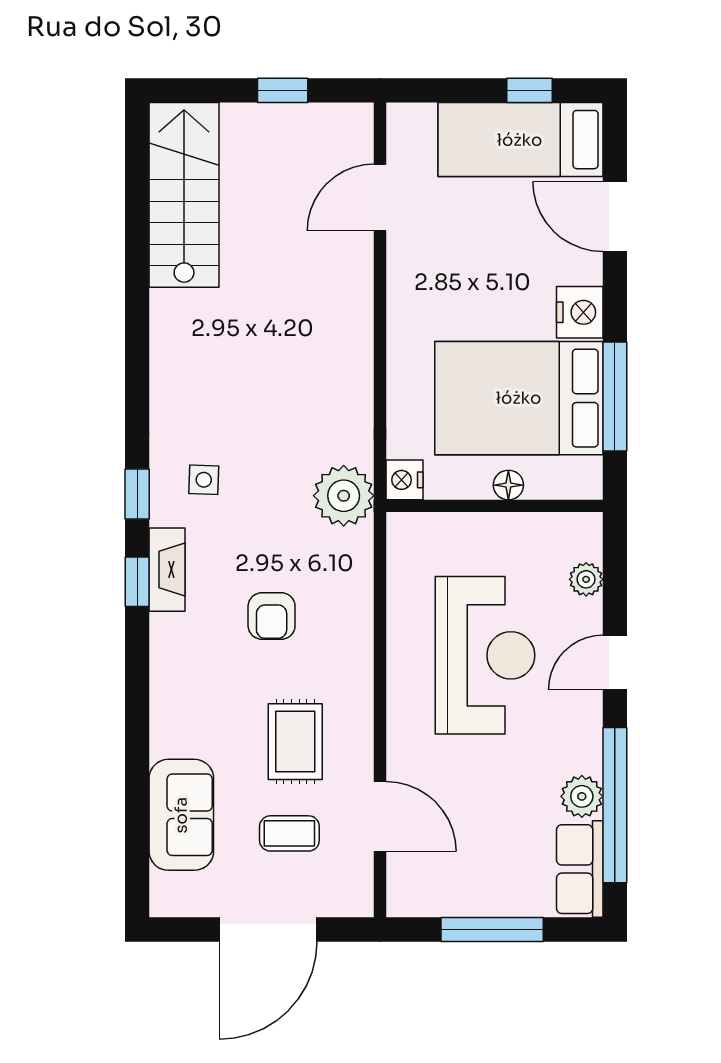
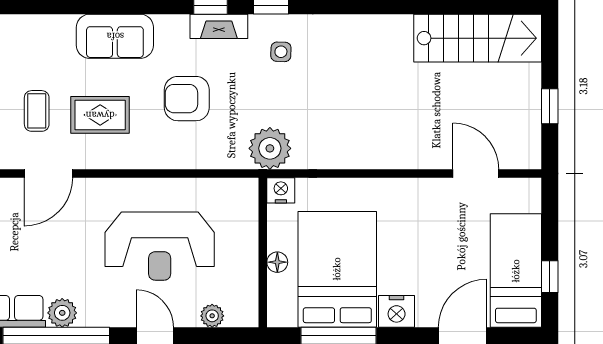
armchair: (272, 616) -> (187, 99), width x1.38, depth x1.38
sofa: (181, 815) -> (115, 36), moved

